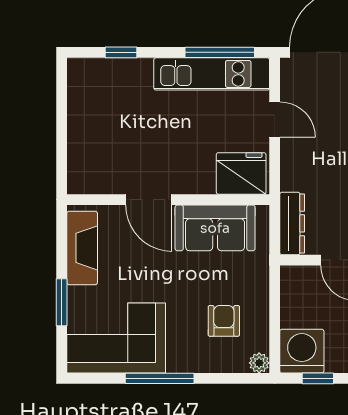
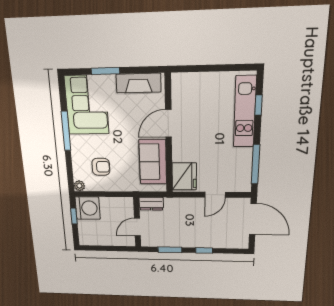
kitchen unit: (212, 74) -> (245, 112), moved
dresser: (292, 223) -> (151, 204), width x0.70

